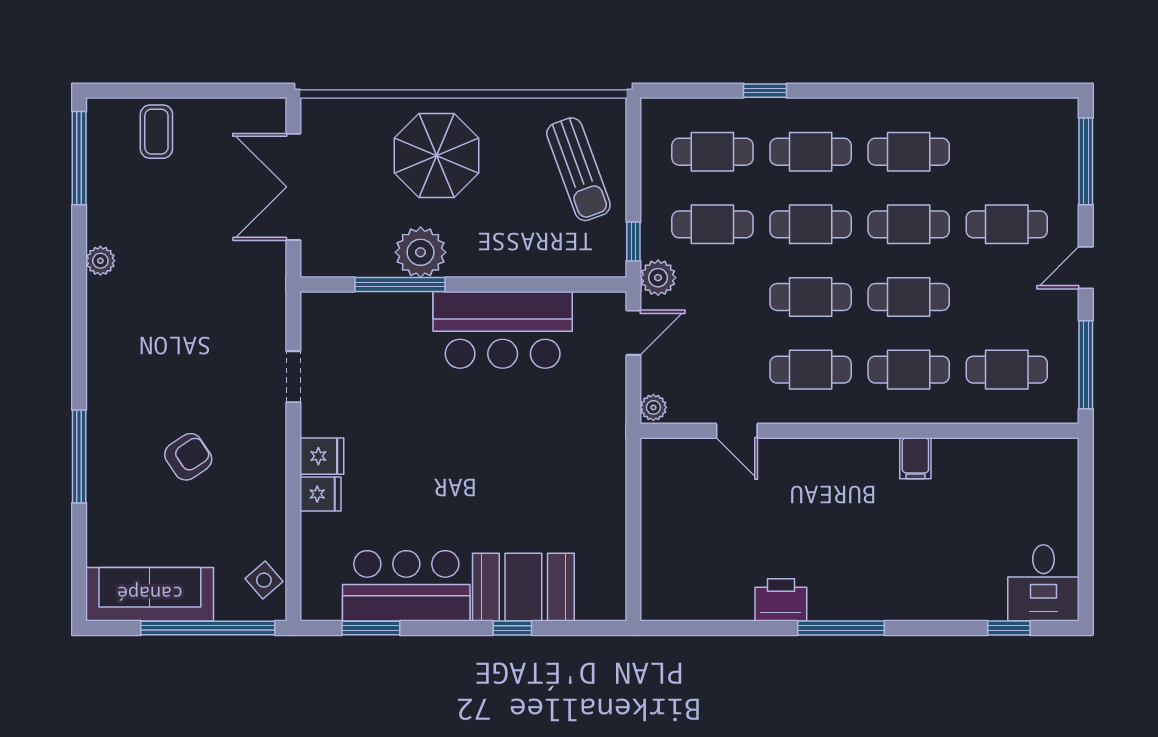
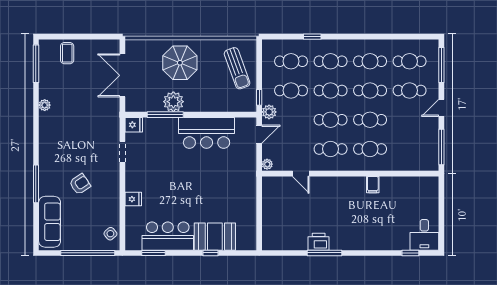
cafe table: (1007, 370) -> (410, 61), moved
fridge: (322, 456) -> (134, 125), moved
sofa: (150, 594) -> (50, 222), moved, turned 90
window: (841, 628) -> (324, 253), moved

